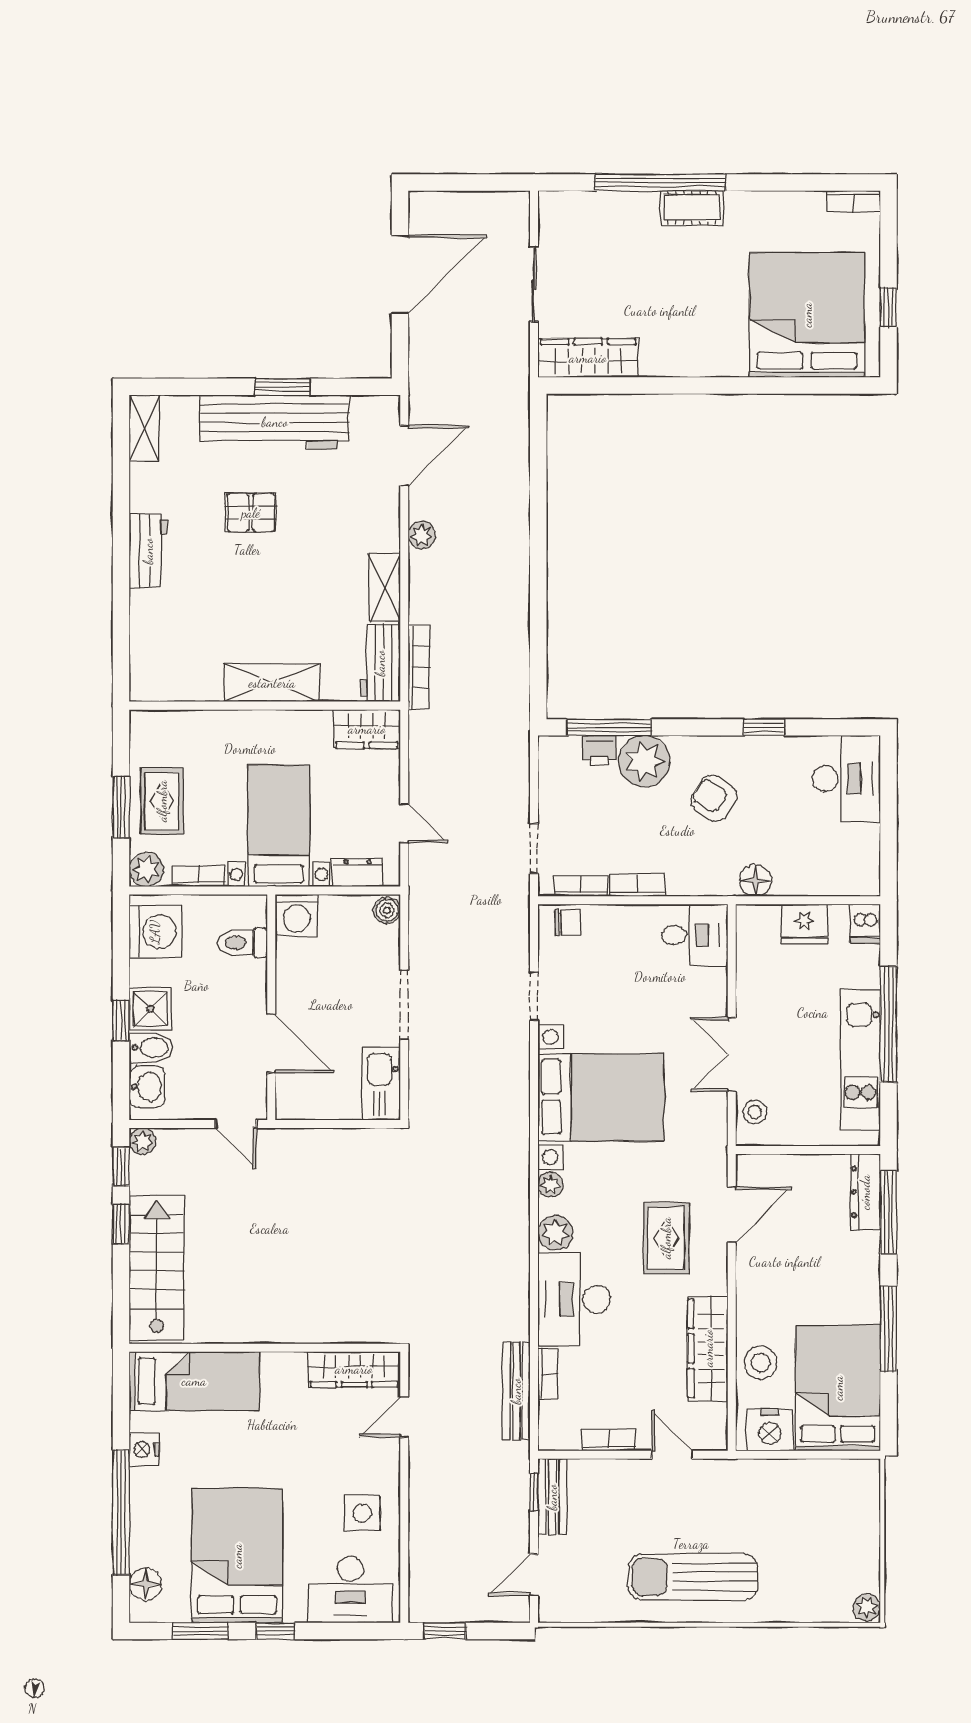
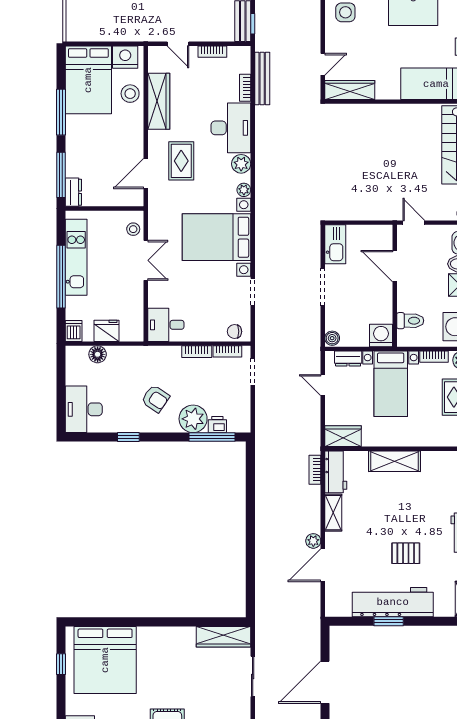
door: (404, 456) -> (323, 565), moved
bookcase: (419, 667) -> (315, 470), width x0.64
floor lamp: (756, 880) -> (98, 354), moved
dresser: (865, 1192) -> (73, 192), width x0.70

